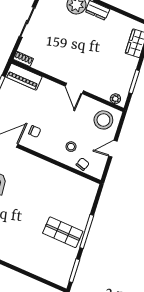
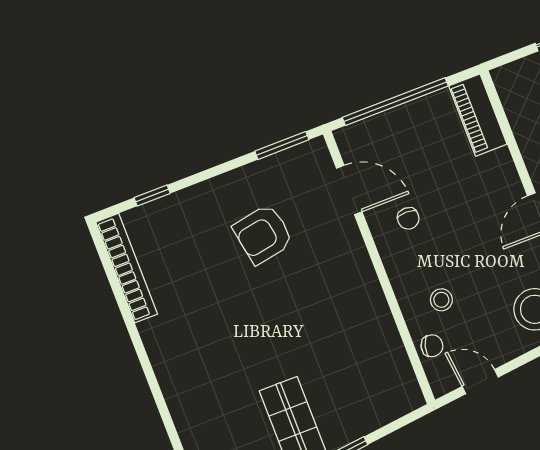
shoe rack: (23, 59) -> (505, 86), removed
door: (113, 149) -> (480, 382), moved

